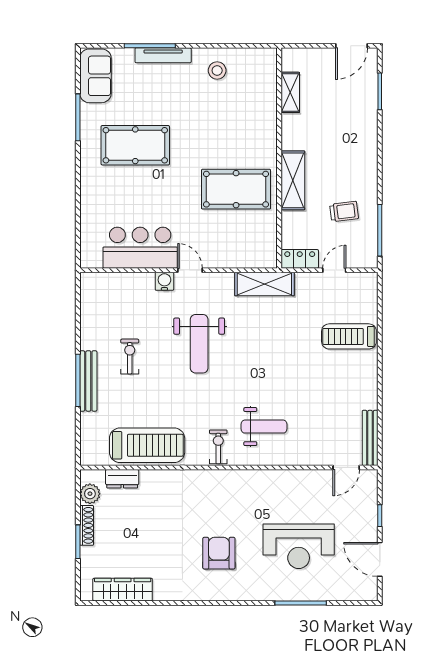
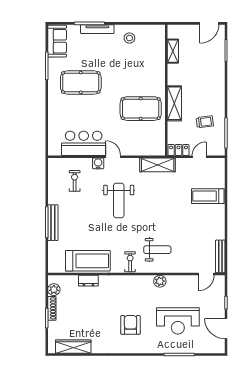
exercise bike: (130, 357) -> (75, 181), moved
dresser: (122, 479) -> (88, 281), moved
plant: (268, 480) -> (160, 281), added

